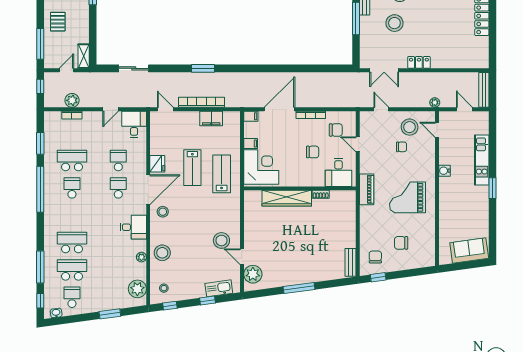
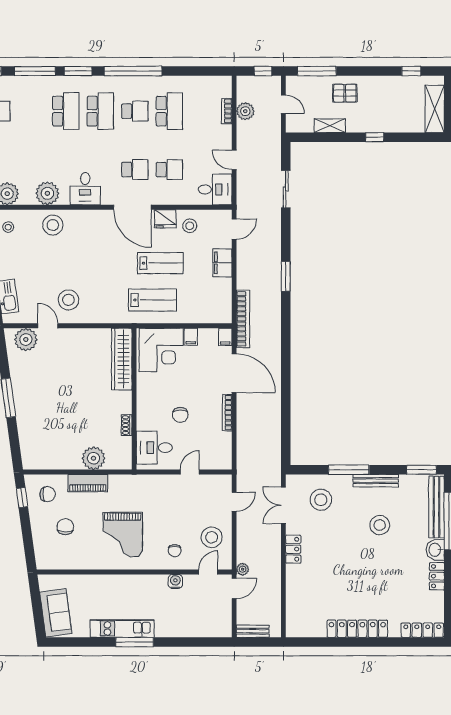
stool: (394, 23) -> (321, 500), moved
shelving: (84, 56) -> (330, 126), moved
bench: (484, 90) -> (253, 631), width x0.73
bookcase: (202, 102) -> (243, 319), moved
door: (464, 109) -> (234, 588), moved
filing cabinet: (211, 118) -> (222, 263), moved
chair: (336, 130) -> (208, 444), removed
window: (40, 143) -> (78, 71), moved
chair: (401, 147) -> (175, 551), moved
kitchen unit: (482, 160) -> (122, 628), moved
lab bench: (192, 168) -> (160, 263), turned 180
water cooler: (444, 171) -> (175, 581), moved
window: (492, 188) -> (135, 642), width x1.44
piano: (367, 189) -> (88, 483), moved
grand piano: (407, 197) -> (123, 535), turned 180
wardrobe: (287, 198) -> (122, 359), moved
stool: (163, 212) -> (190, 226), moved
plant: (347, 221) -> (94, 458), added
plant: (141, 257) -> (47, 193), width x1.88, depth x1.88
door: (242, 257) -> (48, 326), hinge flipped
bench: (351, 262) -> (41, 463), removed
school desk: (72, 270) -> (100, 111), moved

